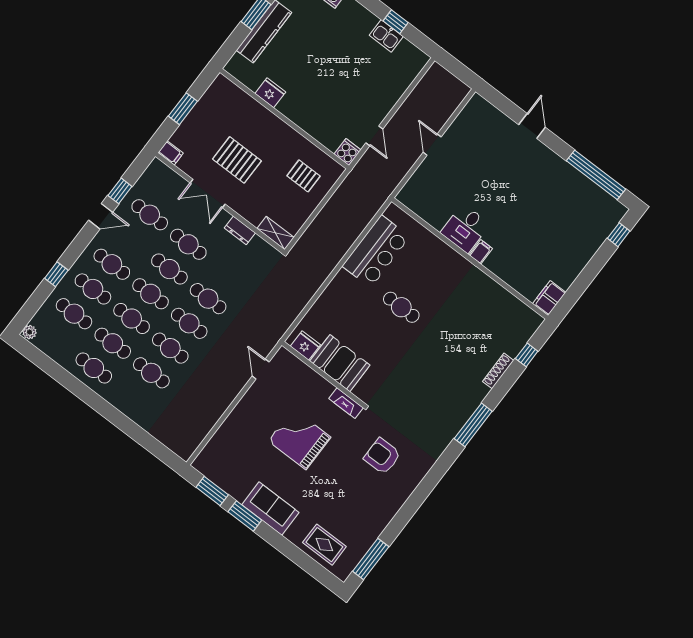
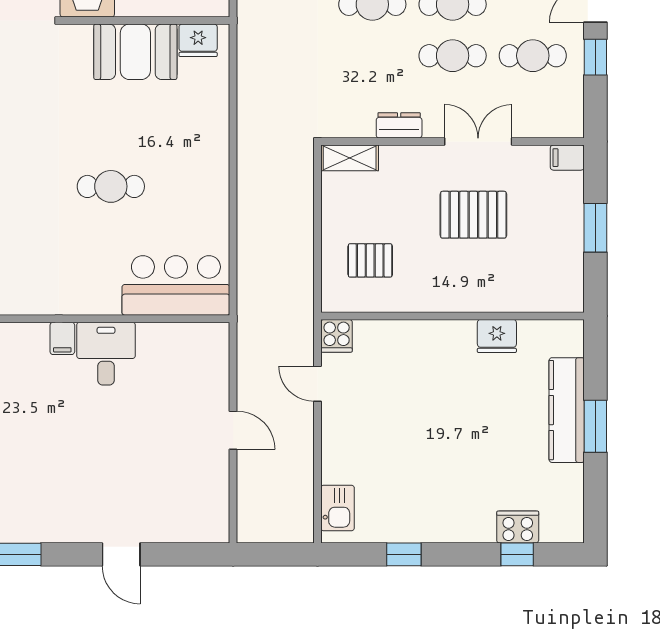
kitchen sink: (386, 36) -> (338, 508), moved, turned 90
bar counter: (376, 251) -> (176, 285), moved, turned 90

